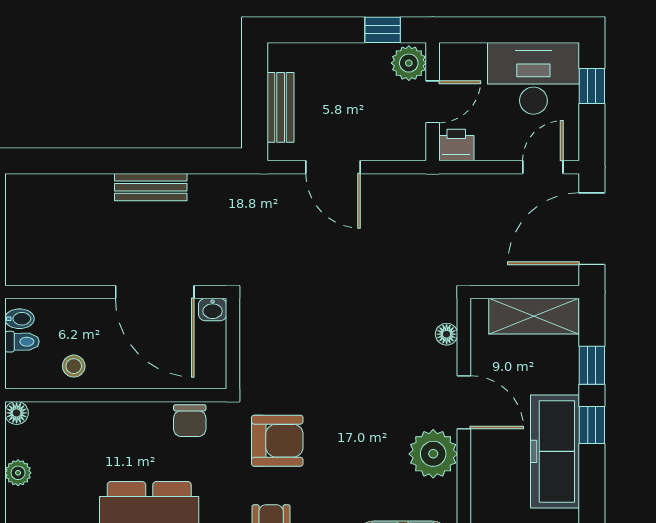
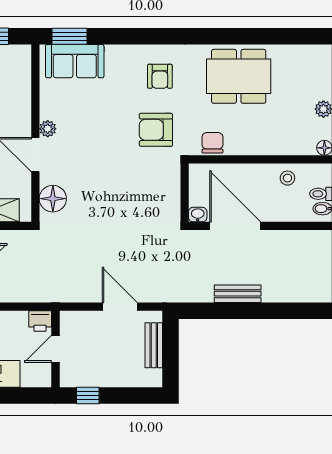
plant: (409, 63) -> (71, 374), removed
floor lamp: (447, 334) -> (53, 199), width x1.89, depth x1.89
plant: (433, 454) -> (48, 129), width x0.53, depth x0.53

